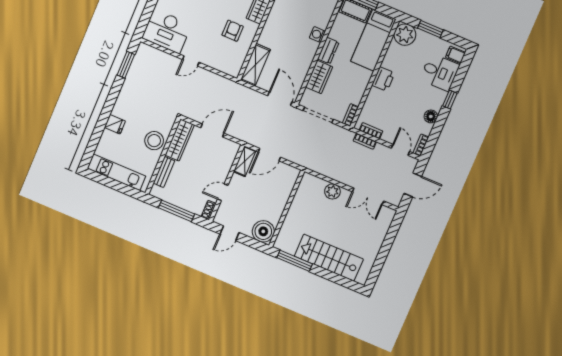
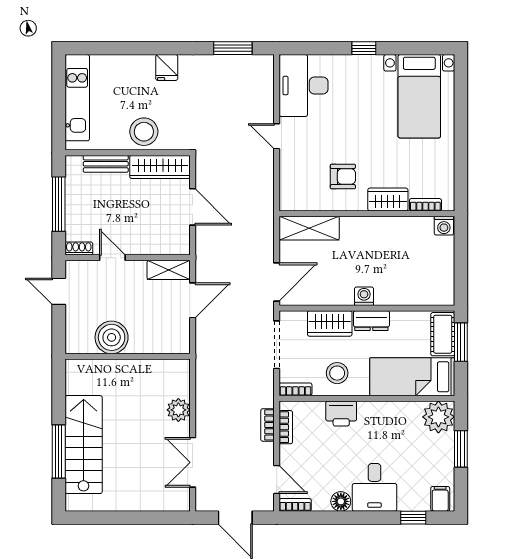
washing machine: (317, 35) -> (364, 296), moved
desk: (440, 72) -> (375, 487), moved
printer: (383, 79) -> (341, 413), moved
stool: (351, 85) -> (337, 373), added
window: (450, 99) -> (413, 518), moved
fridge: (115, 124) -> (167, 68), moved
door: (400, 150) -> (277, 479), hinge flipped
door: (269, 155) -> (193, 300), swing flipped
boiler: (263, 231) -> (112, 337), moved
window: (295, 261) -> (59, 451), moved

